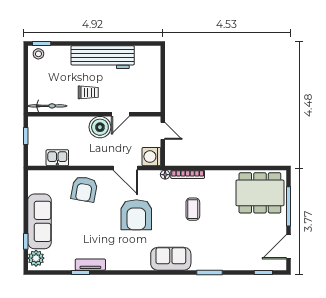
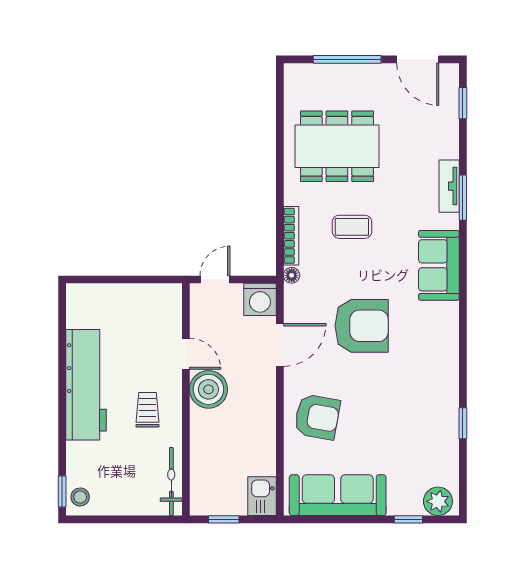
kitchen sink: (57, 158) -> (262, 496), moved
dining table: (260, 193) -> (337, 146), moved, turned 90
sofa: (40, 221) -> (338, 495), moved
tv unit: (90, 265) -> (449, 186), moved

